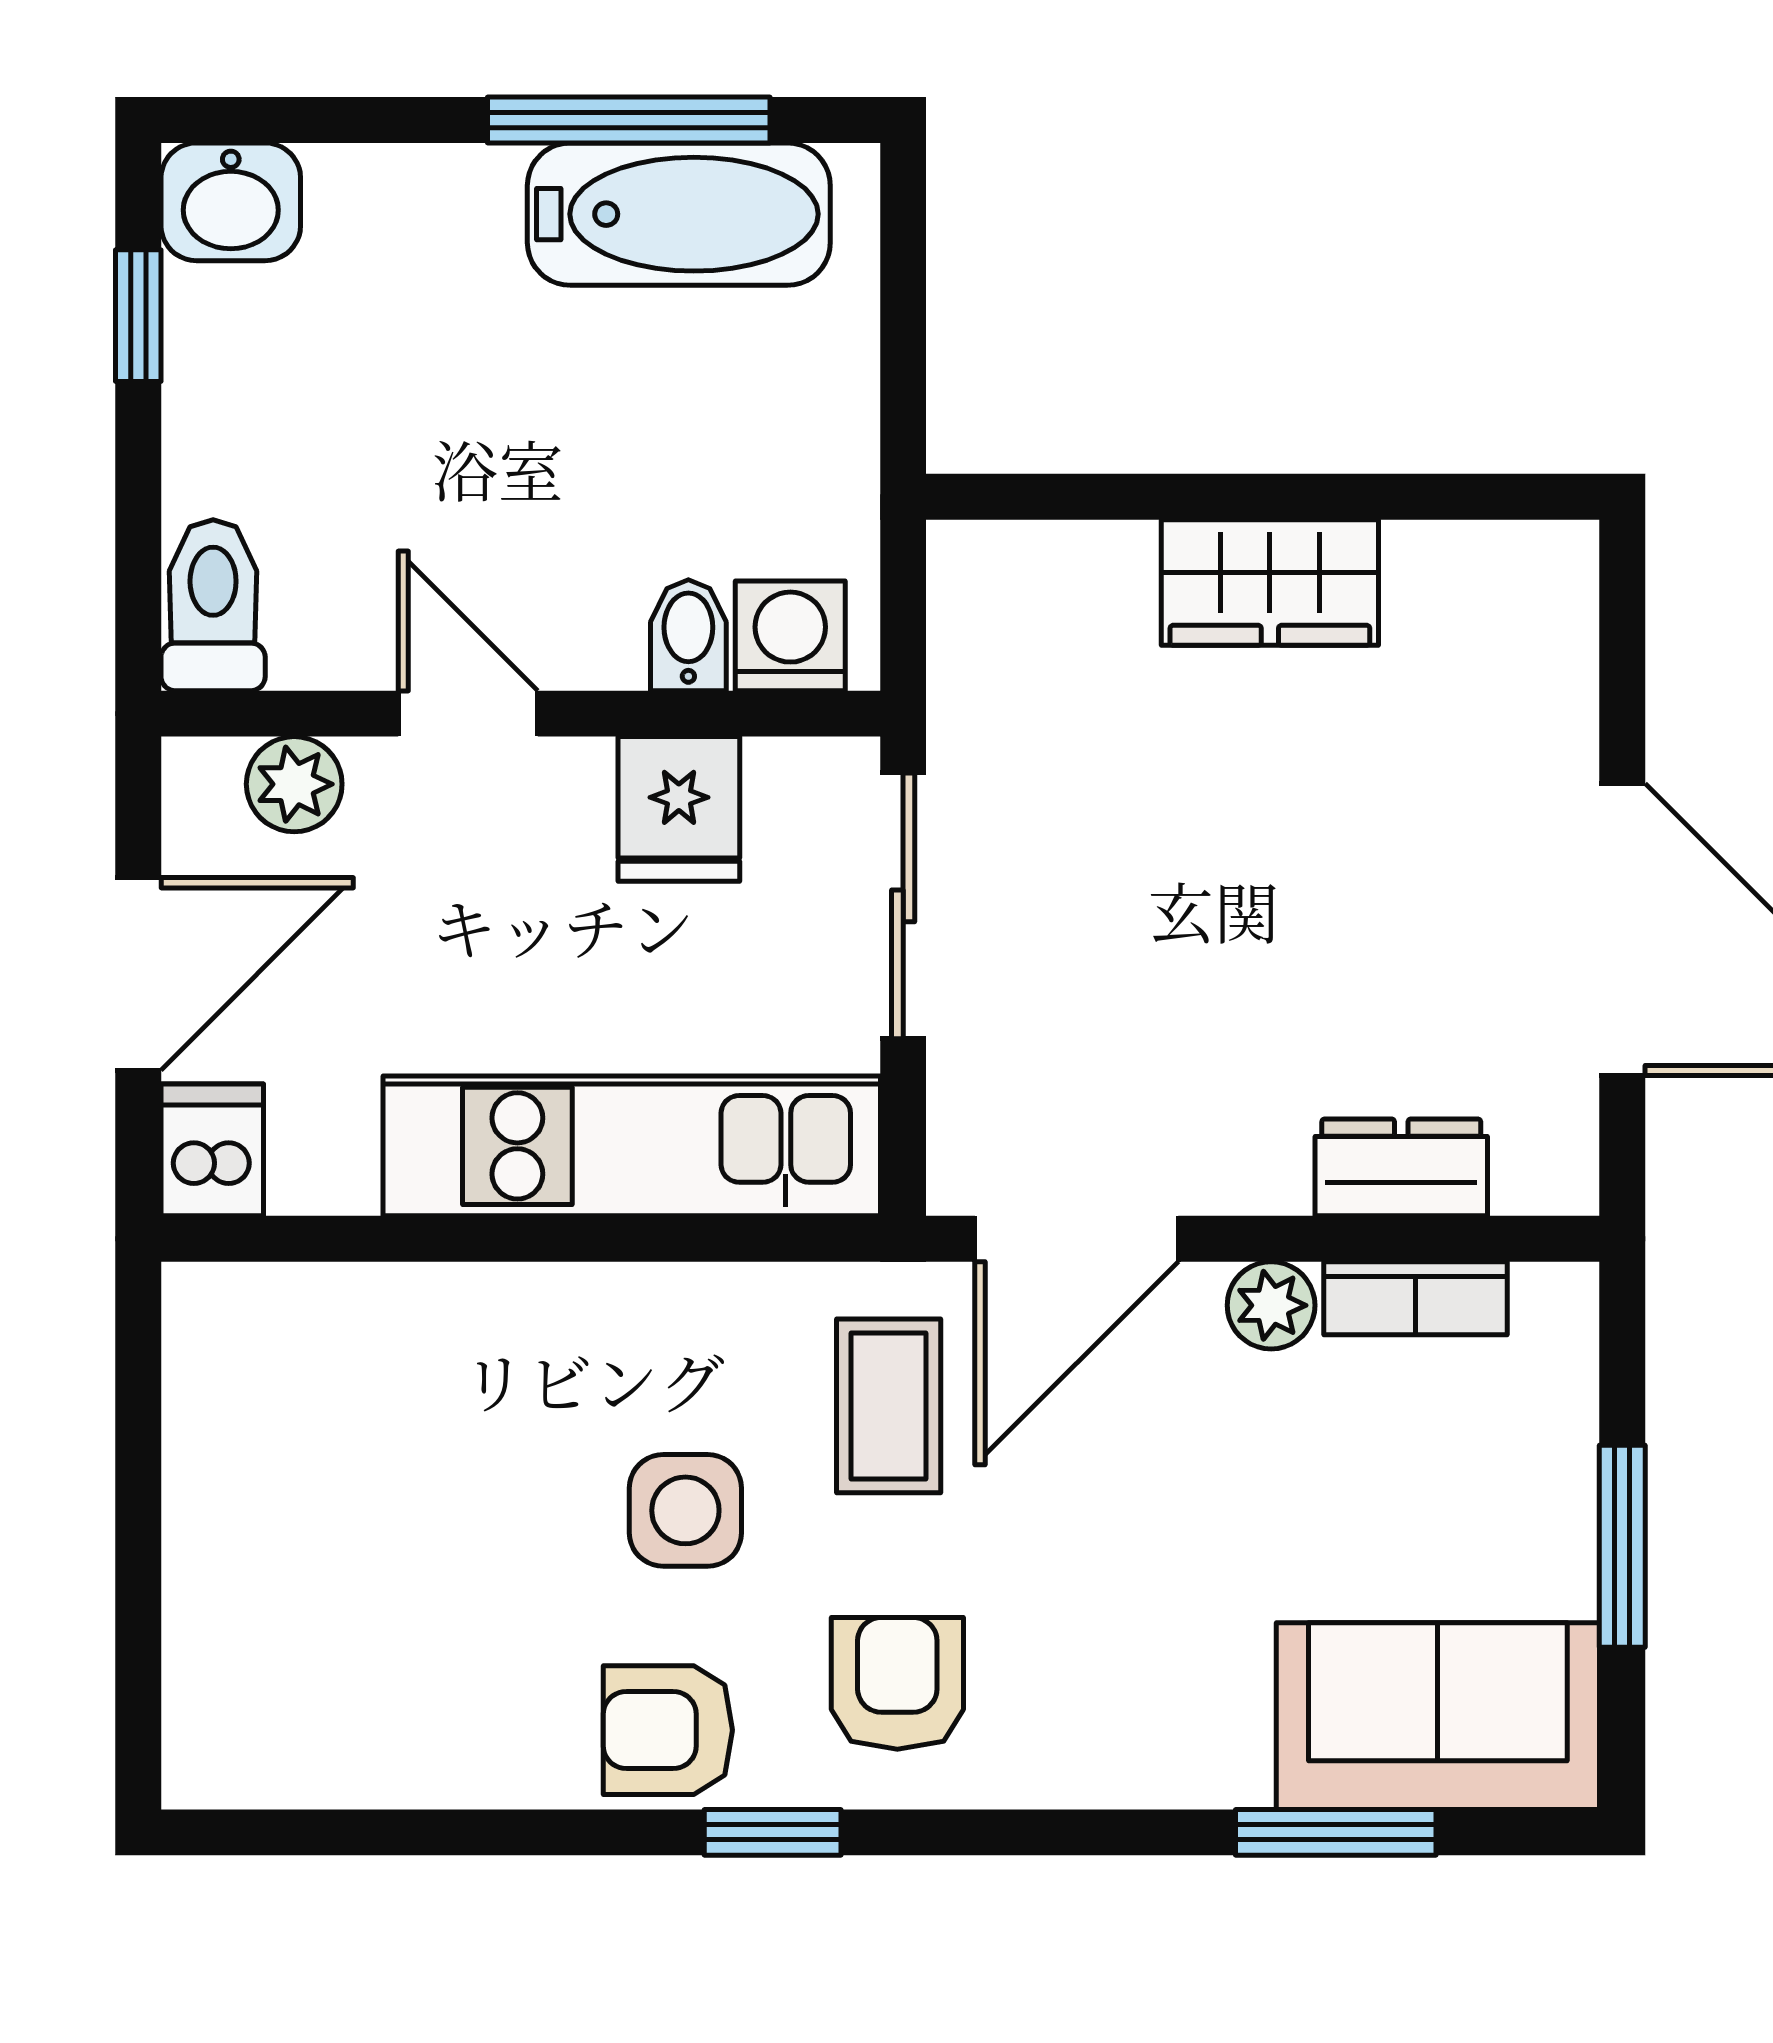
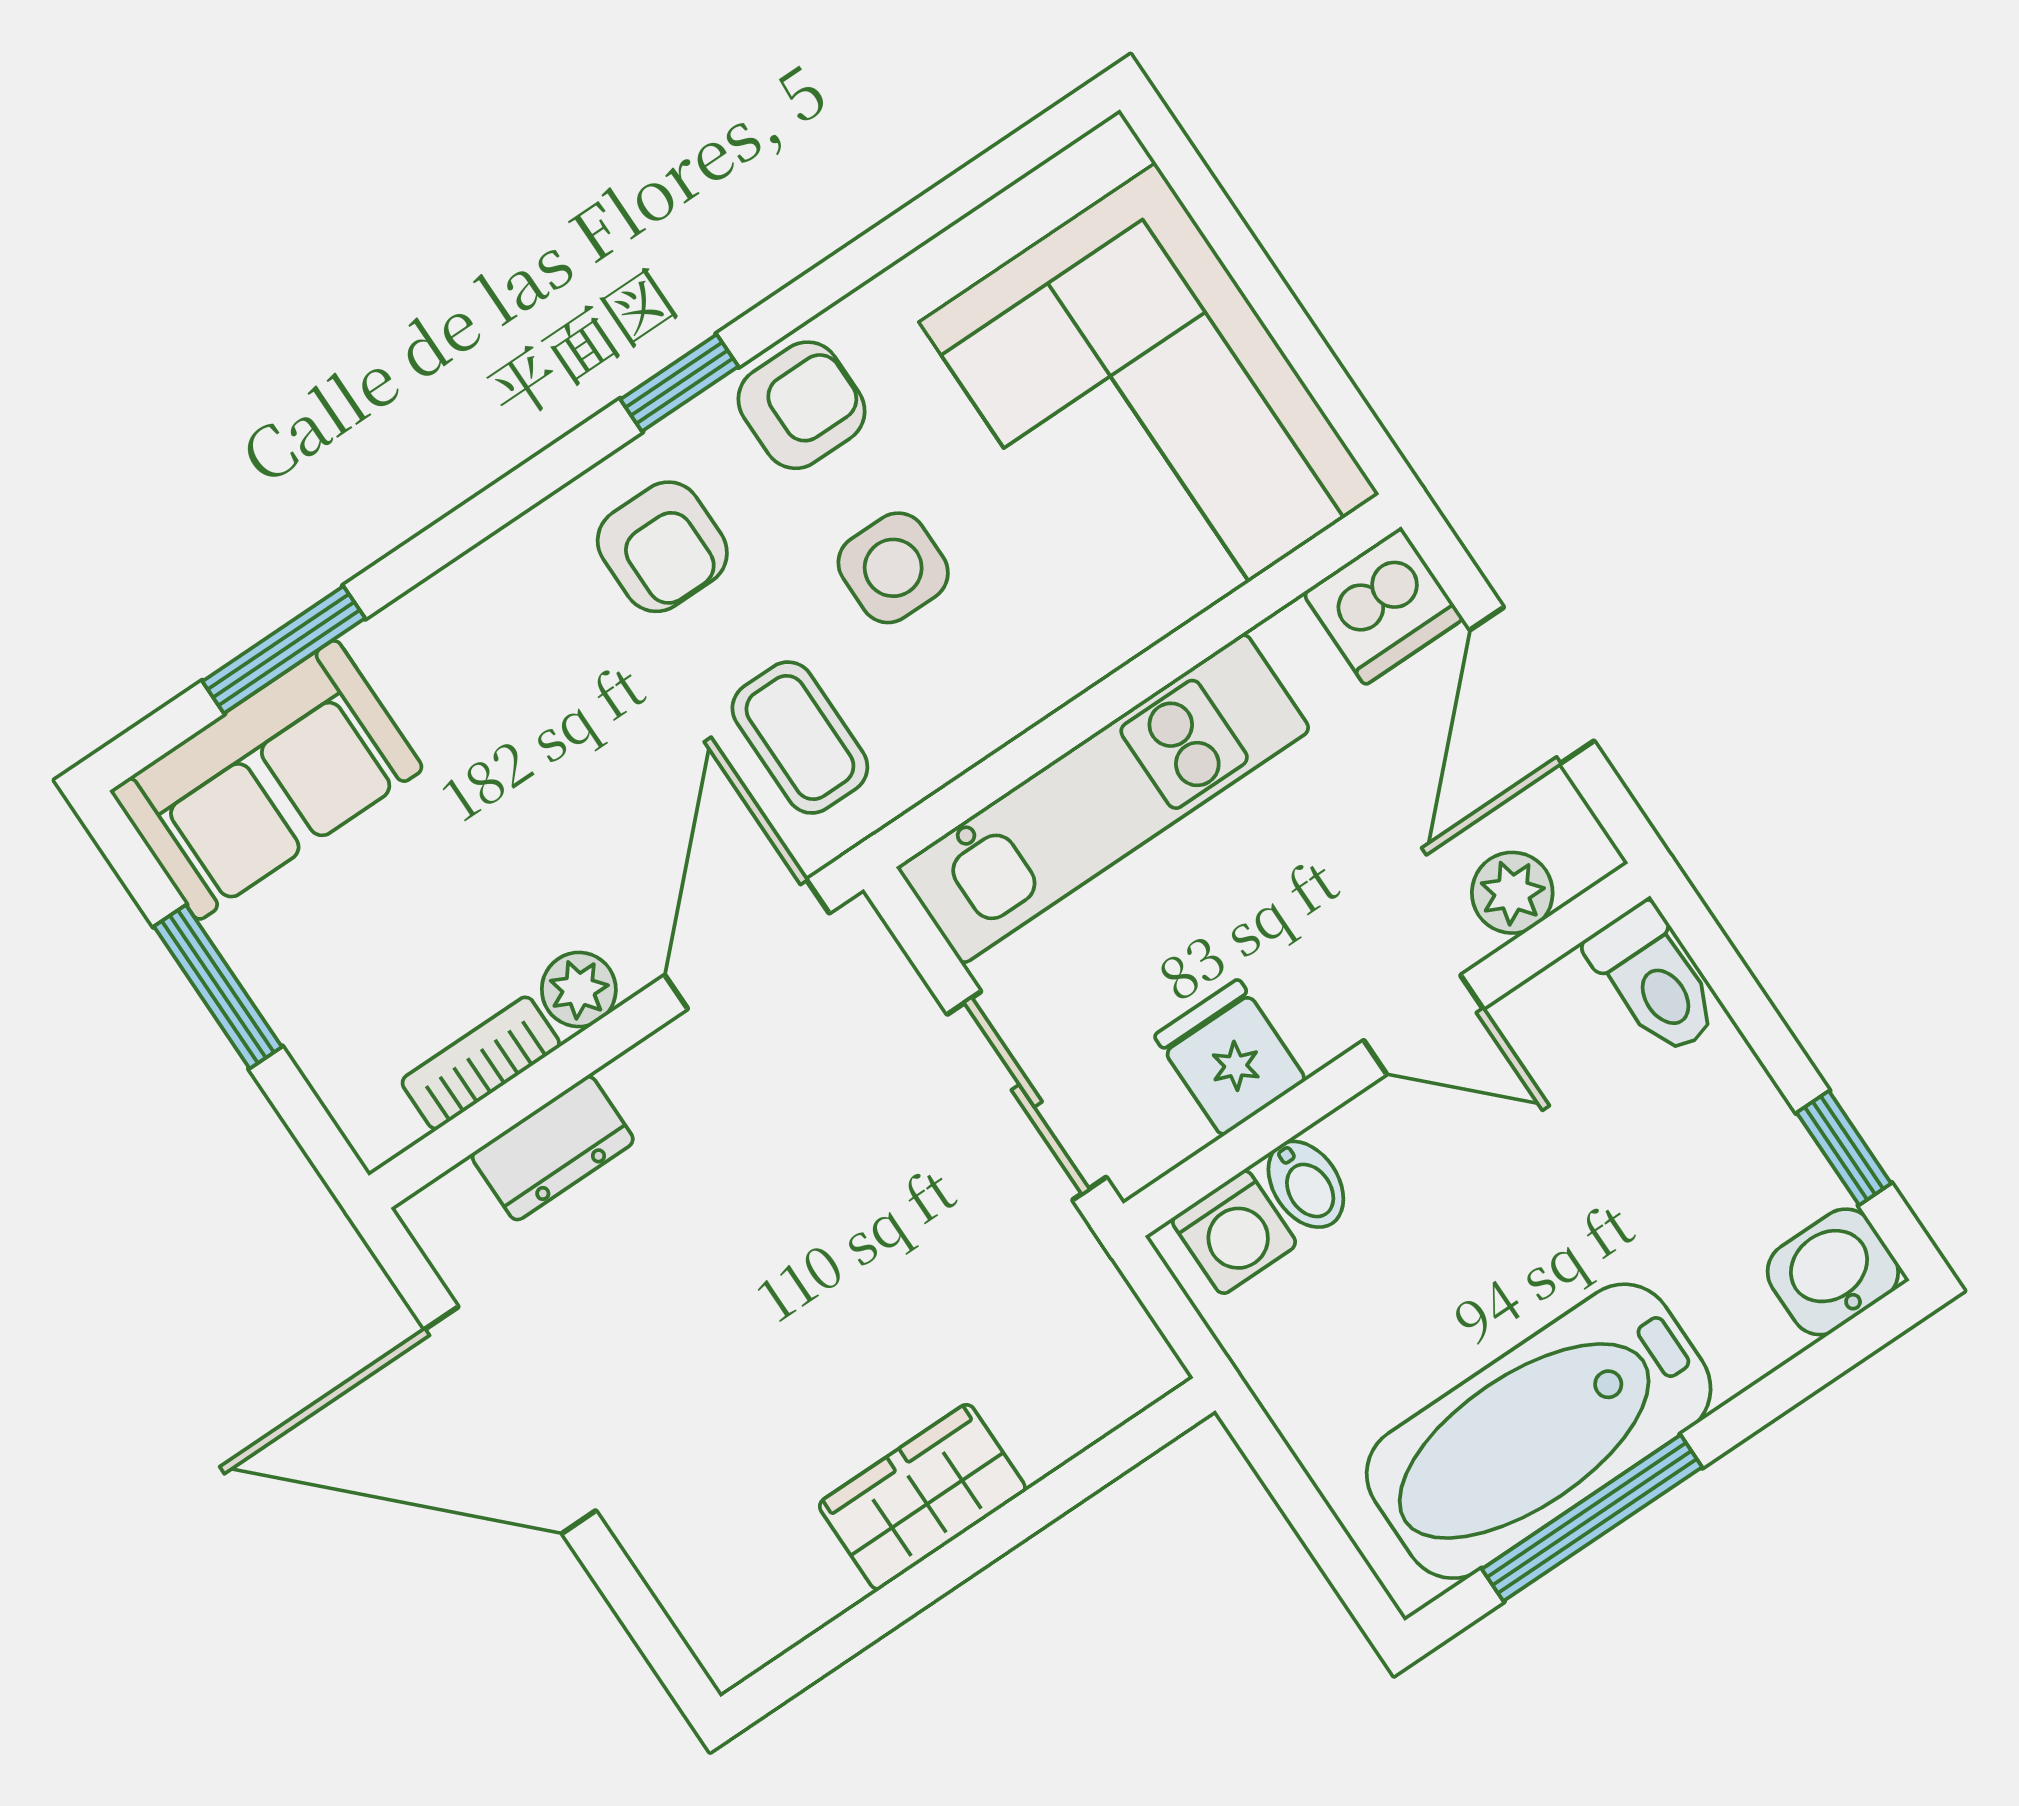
bathtub: (679, 214) -> (1539, 1431), width x1.36, depth x1.36
dishwasher: (212, 1150) -> (1383, 606), width x1.38
corner sofa: (330, 1498) -> (1149, 408), added

